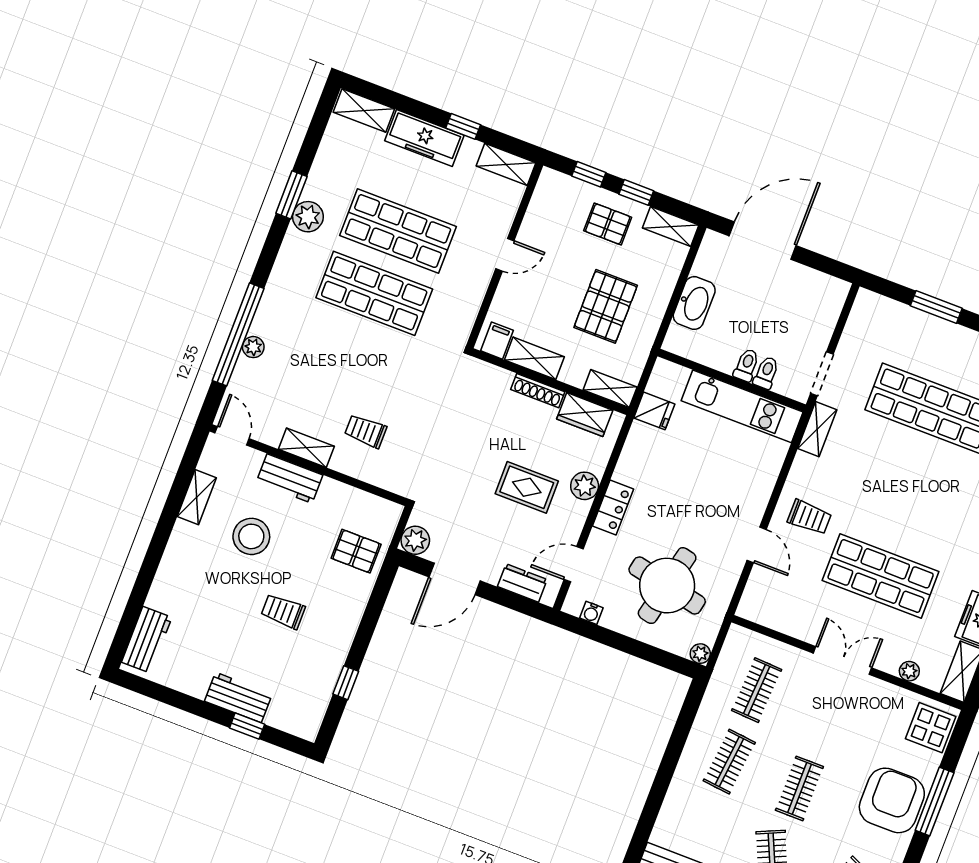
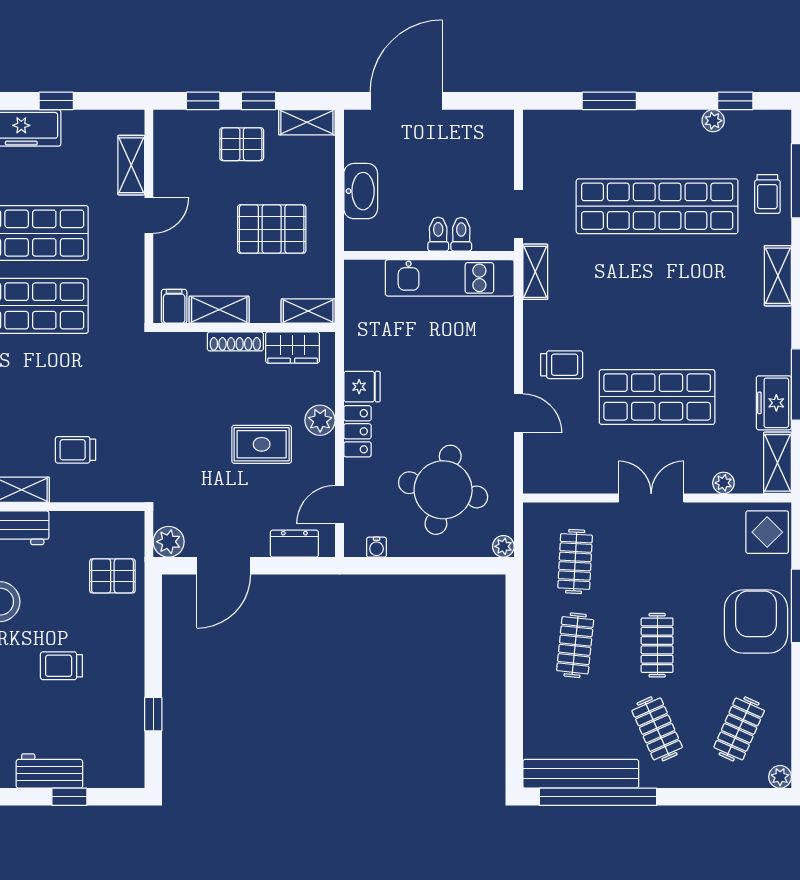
shelving: (506, 164) -> (131, 165), moved, turned 90
pallet: (606, 306) -> (272, 229), turned 90
fridge: (654, 411) -> (362, 387), moved

